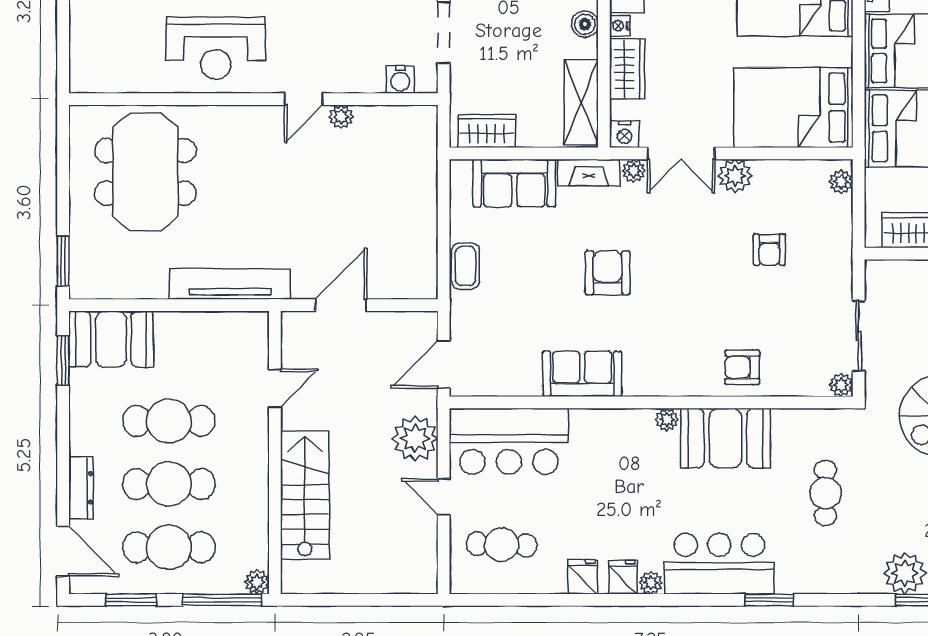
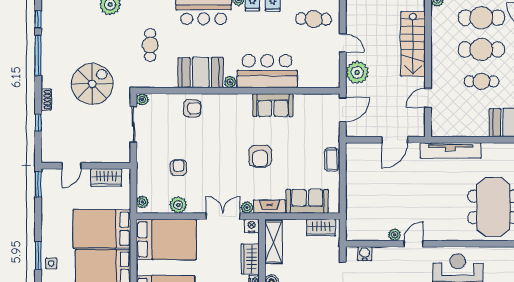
plant: (735, 176) -> (178, 205), moved
cafe table: (169, 421) -> (481, 81), width x0.73, depth x0.74
bar counter: (509, 441) -> (267, 71), moved

